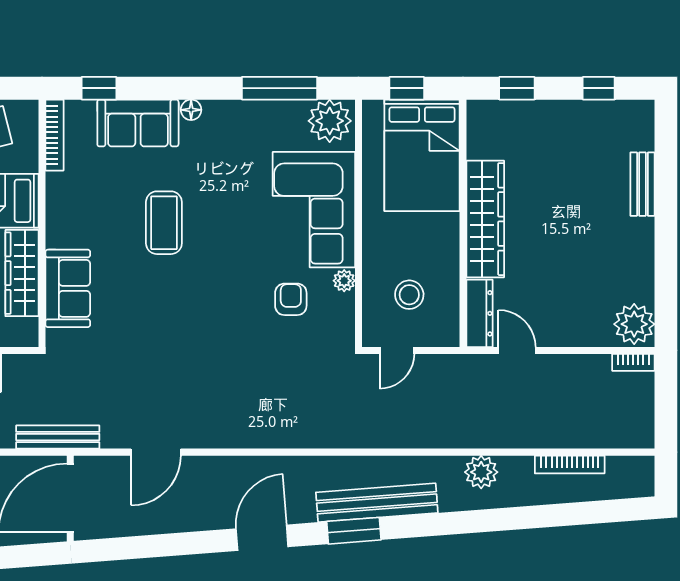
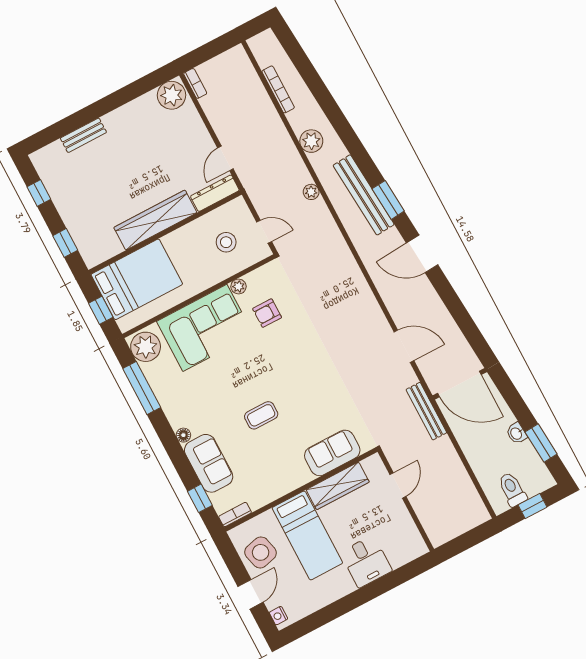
bookcase: (55, 135) -> (235, 515), width x0.64
coffee table: (164, 223) -> (261, 415), width x0.73, depth x0.77
plant: (416, 437) -> (311, 192), added

